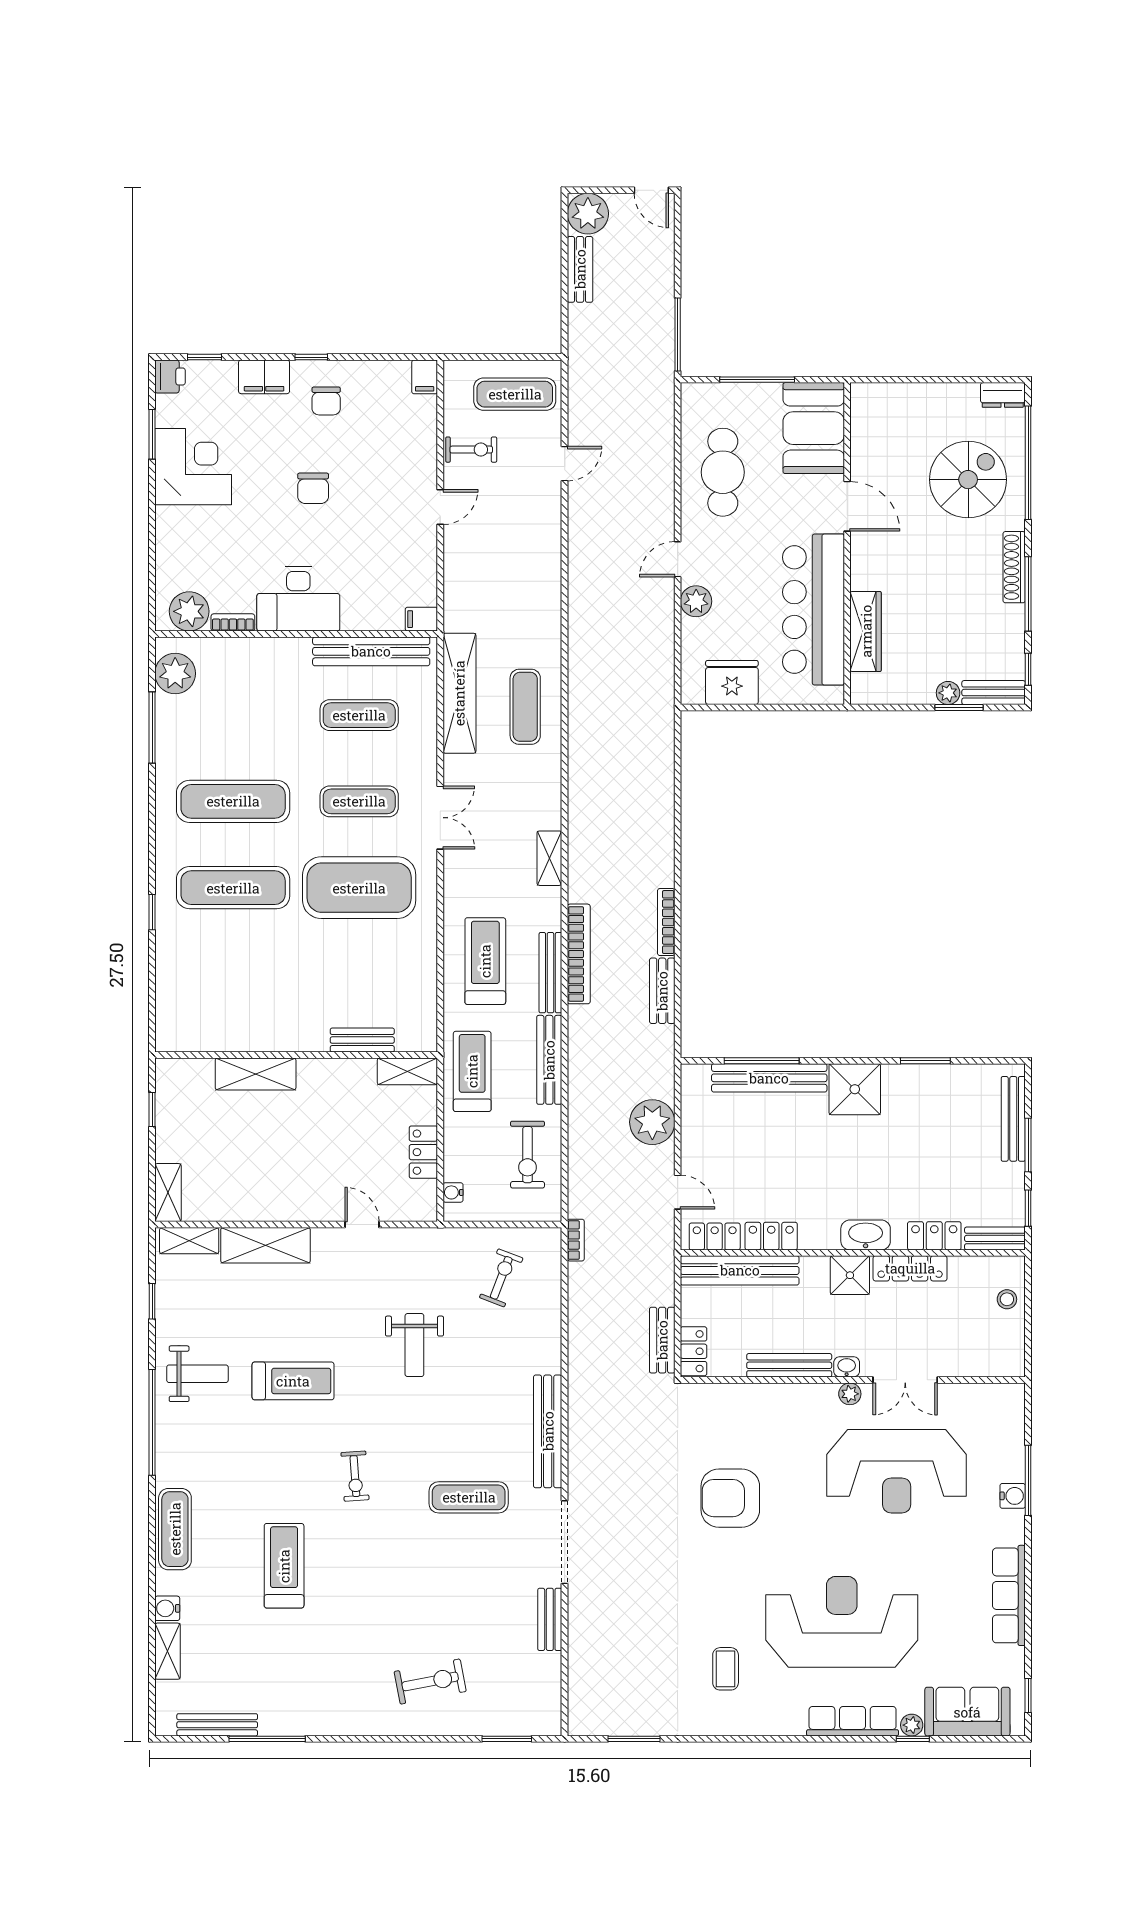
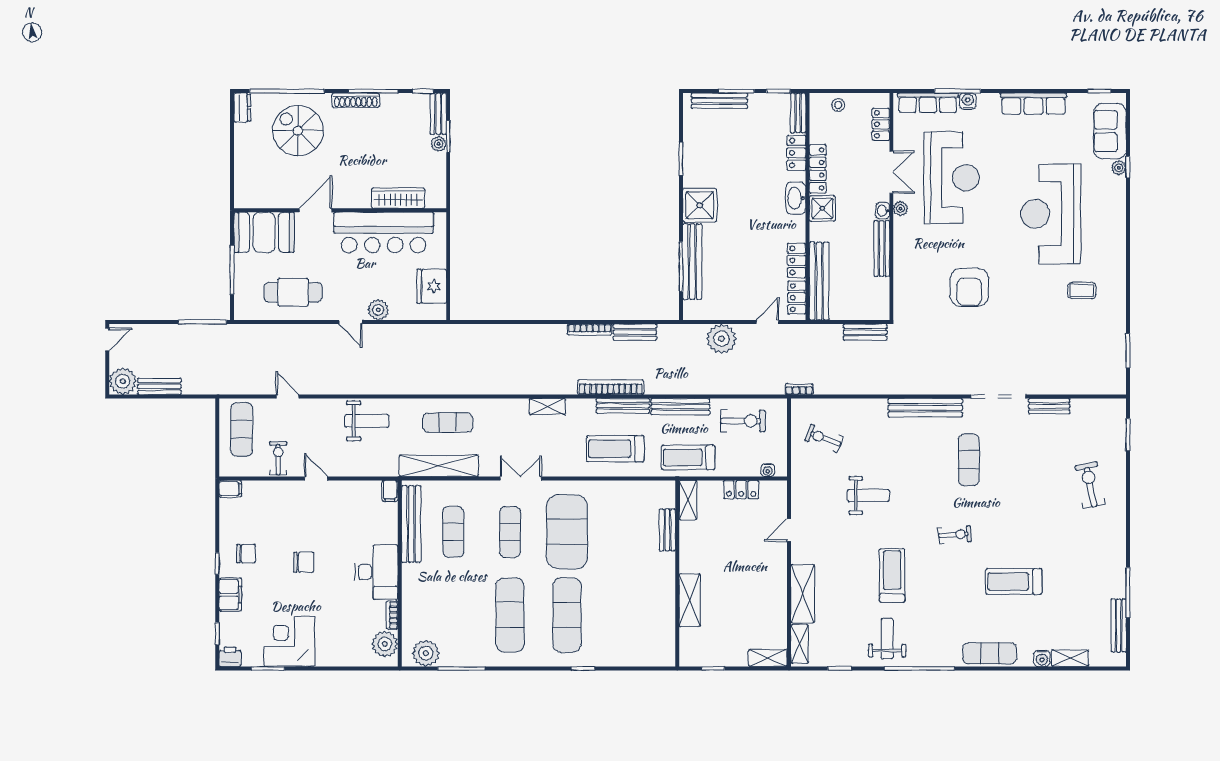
weight bench: (528, 584) -> (367, 421), added
locker: (694, 1351) -> (881, 124), moved, turned -90
row of seats: (853, 1721) -> (928, 103), moved, turned -90

